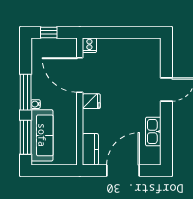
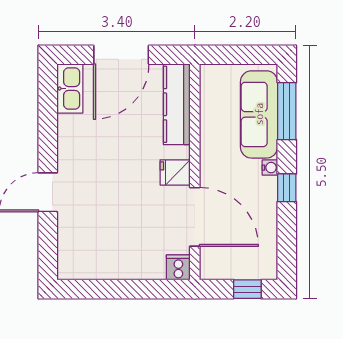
window: (26, 92) -> (287, 188), width x0.46
kitchen sink: (153, 131) -> (70, 88), moved
kitchen counter: (90, 149) -> (177, 104), width x1.50

